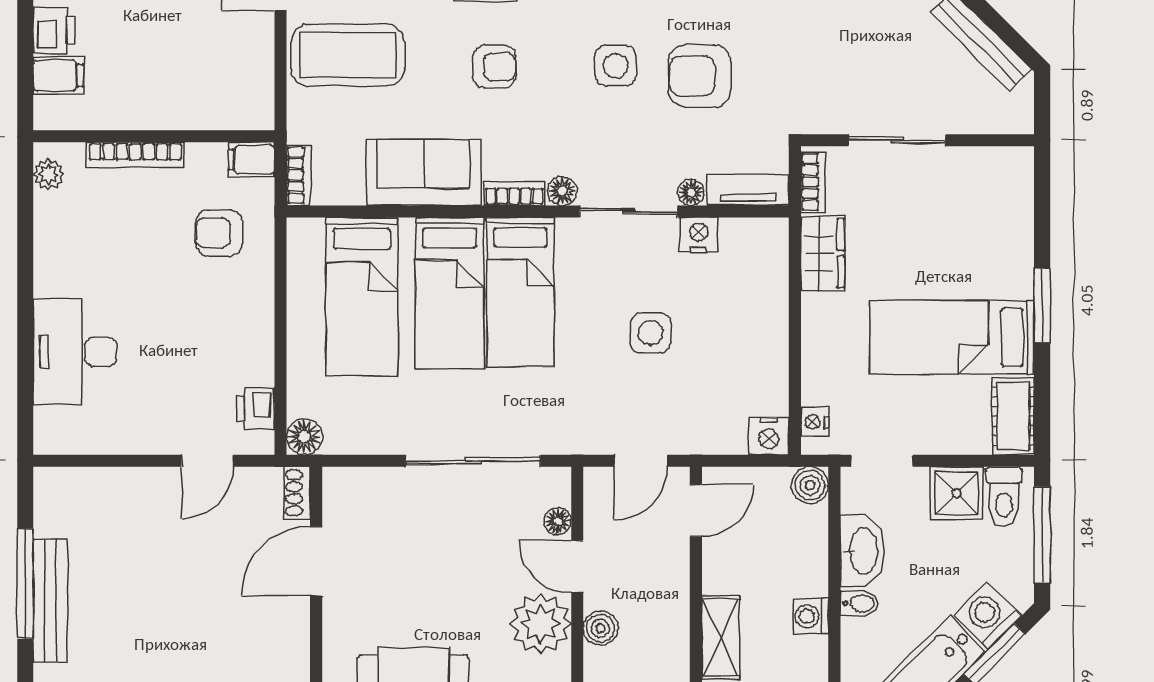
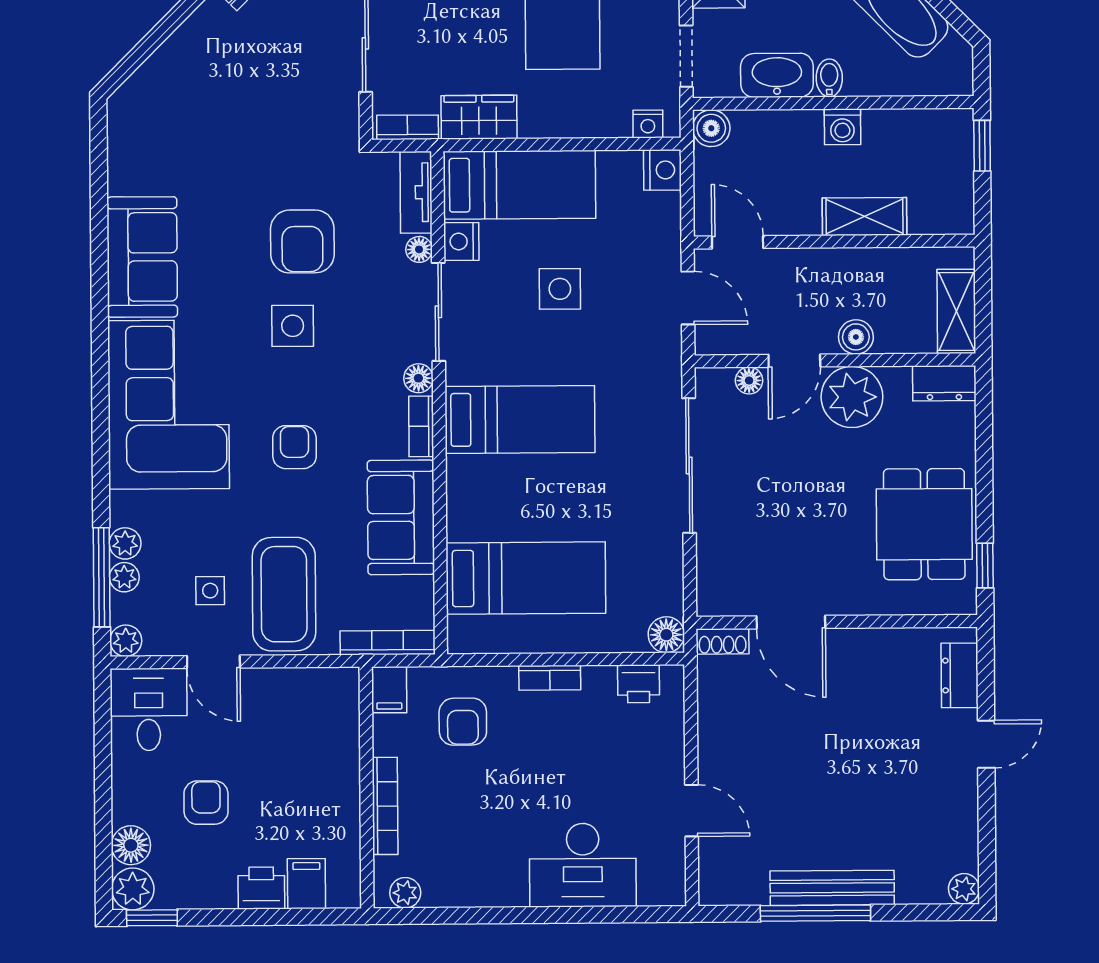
bookcase: (298, 175) -> (388, 643), width x1.56
bed: (450, 293) -> (519, 185), moved
bookcase: (262, 320) -> (550, 678), added
door: (207, 461) -> (692, 811), moved

